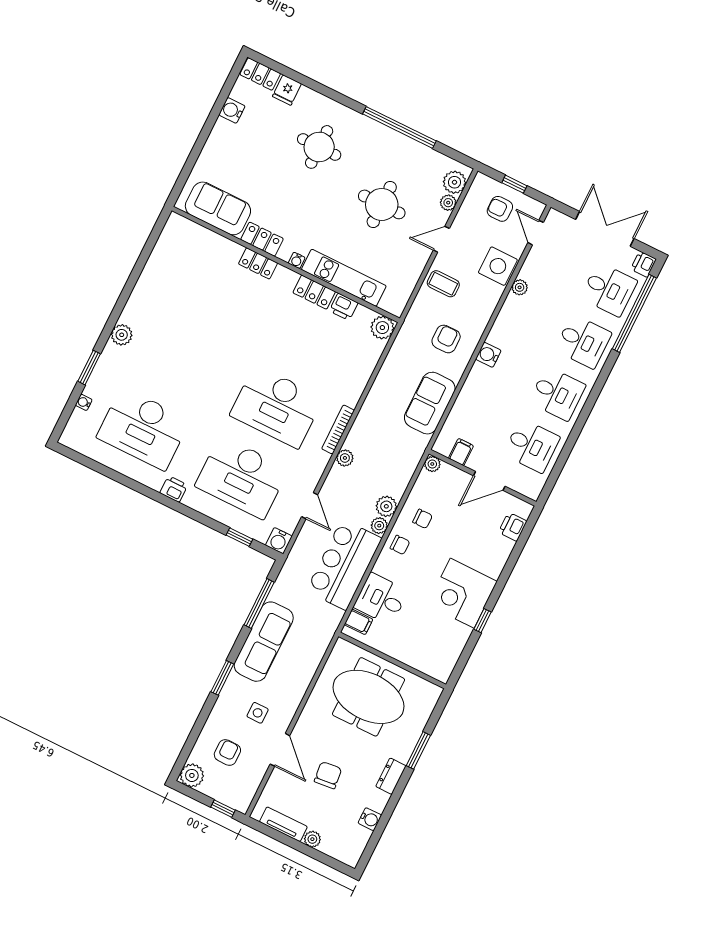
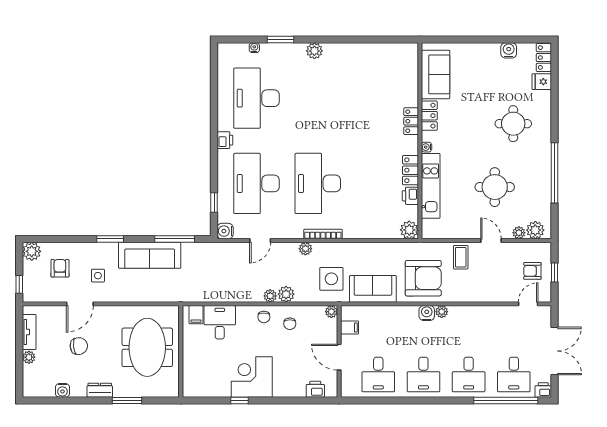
armchair: (500, 209) -> (532, 271), turned -90
side table: (498, 266) -> (331, 279), moved
plant: (520, 287) -> (442, 312), moved
armchair: (446, 339) -> (423, 278), width x1.88, depth x1.88
bar counter: (344, 565) -> (231, 285), removed
armchair: (227, 752) -> (60, 268), turned -90

